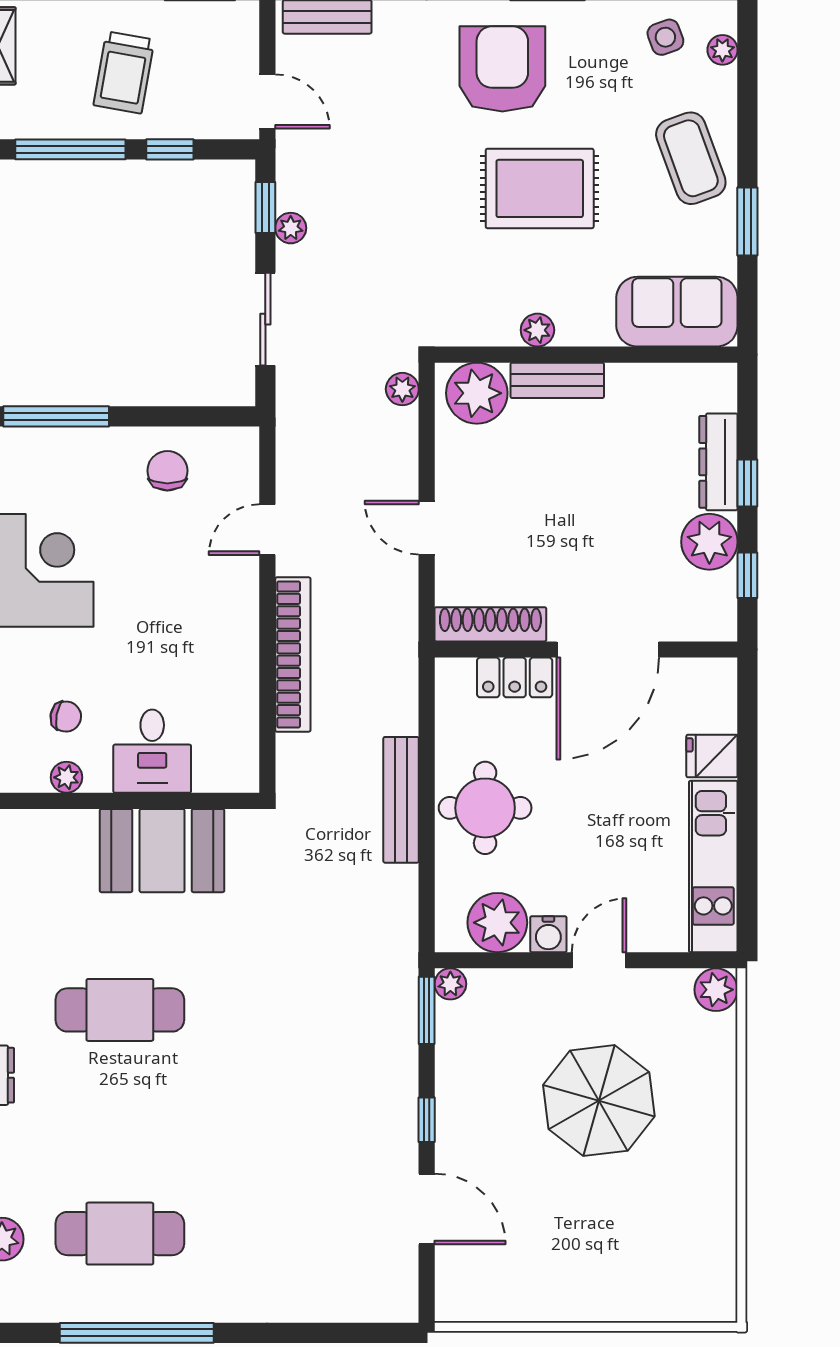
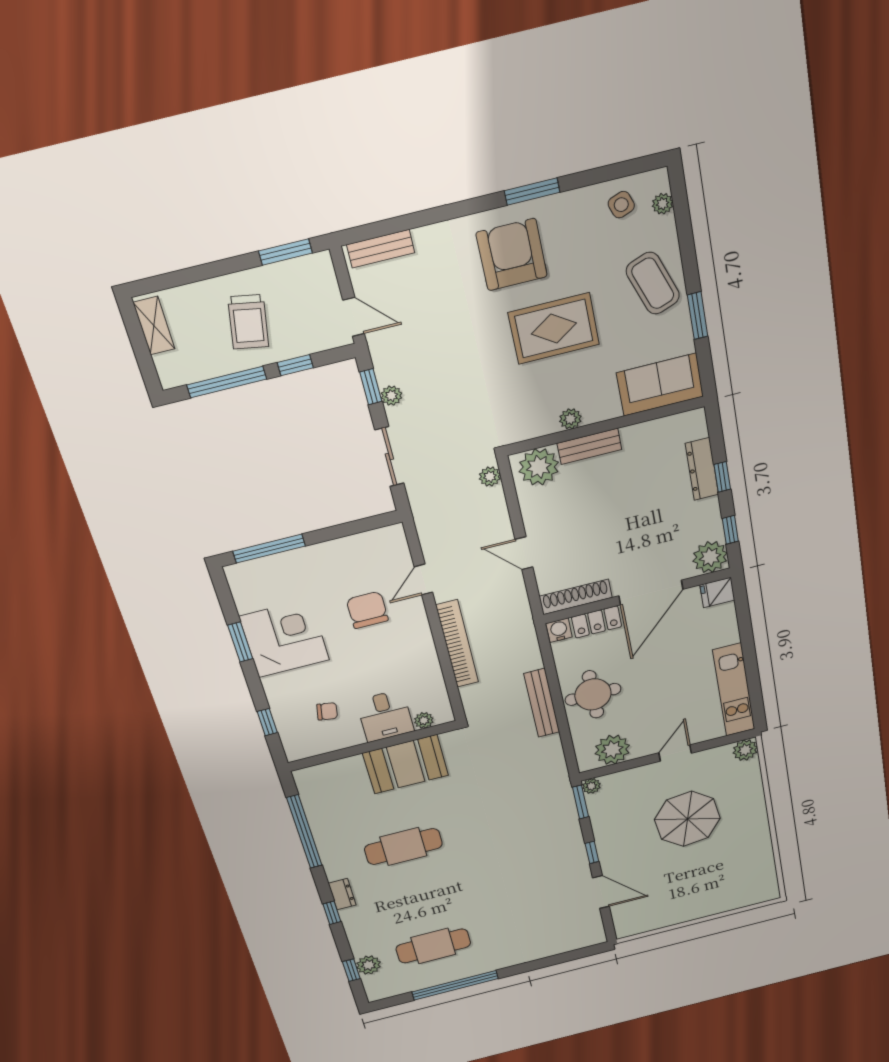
chair: (167, 471) -> (367, 610), moved, width x1.37, depth x1.37
plant: (709, 542) -> (710, 557), moved
fridge: (712, 756) -> (717, 592), moved
plant: (66, 777) -> (424, 720), moved
water cooler: (548, 934) -> (559, 630), moved, turned 180

